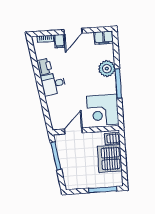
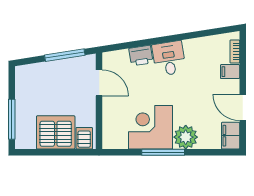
door: (73, 31) -> (243, 107), moved
printer: (44, 67) -> (141, 56), moved
corner desk: (103, 110) -> (151, 127), moved

